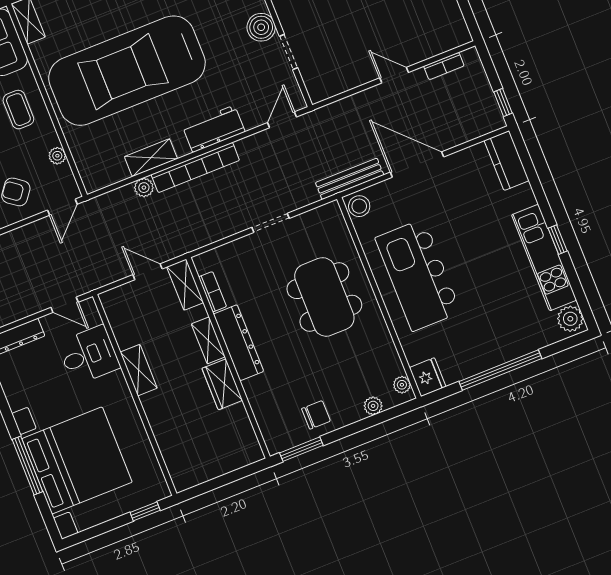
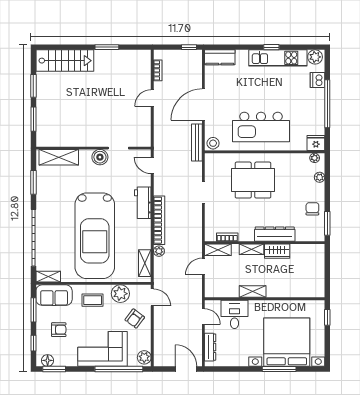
plant: (57, 156) -> (120, 294), width x1.88, depth x1.88
shelving: (151, 158) -> (145, 263), moved
door: (65, 305) -> (203, 317), hinge flipped
dishwasher: (534, 338) -> (318, 80), added
dresser: (238, 343) -> (275, 234), moved

